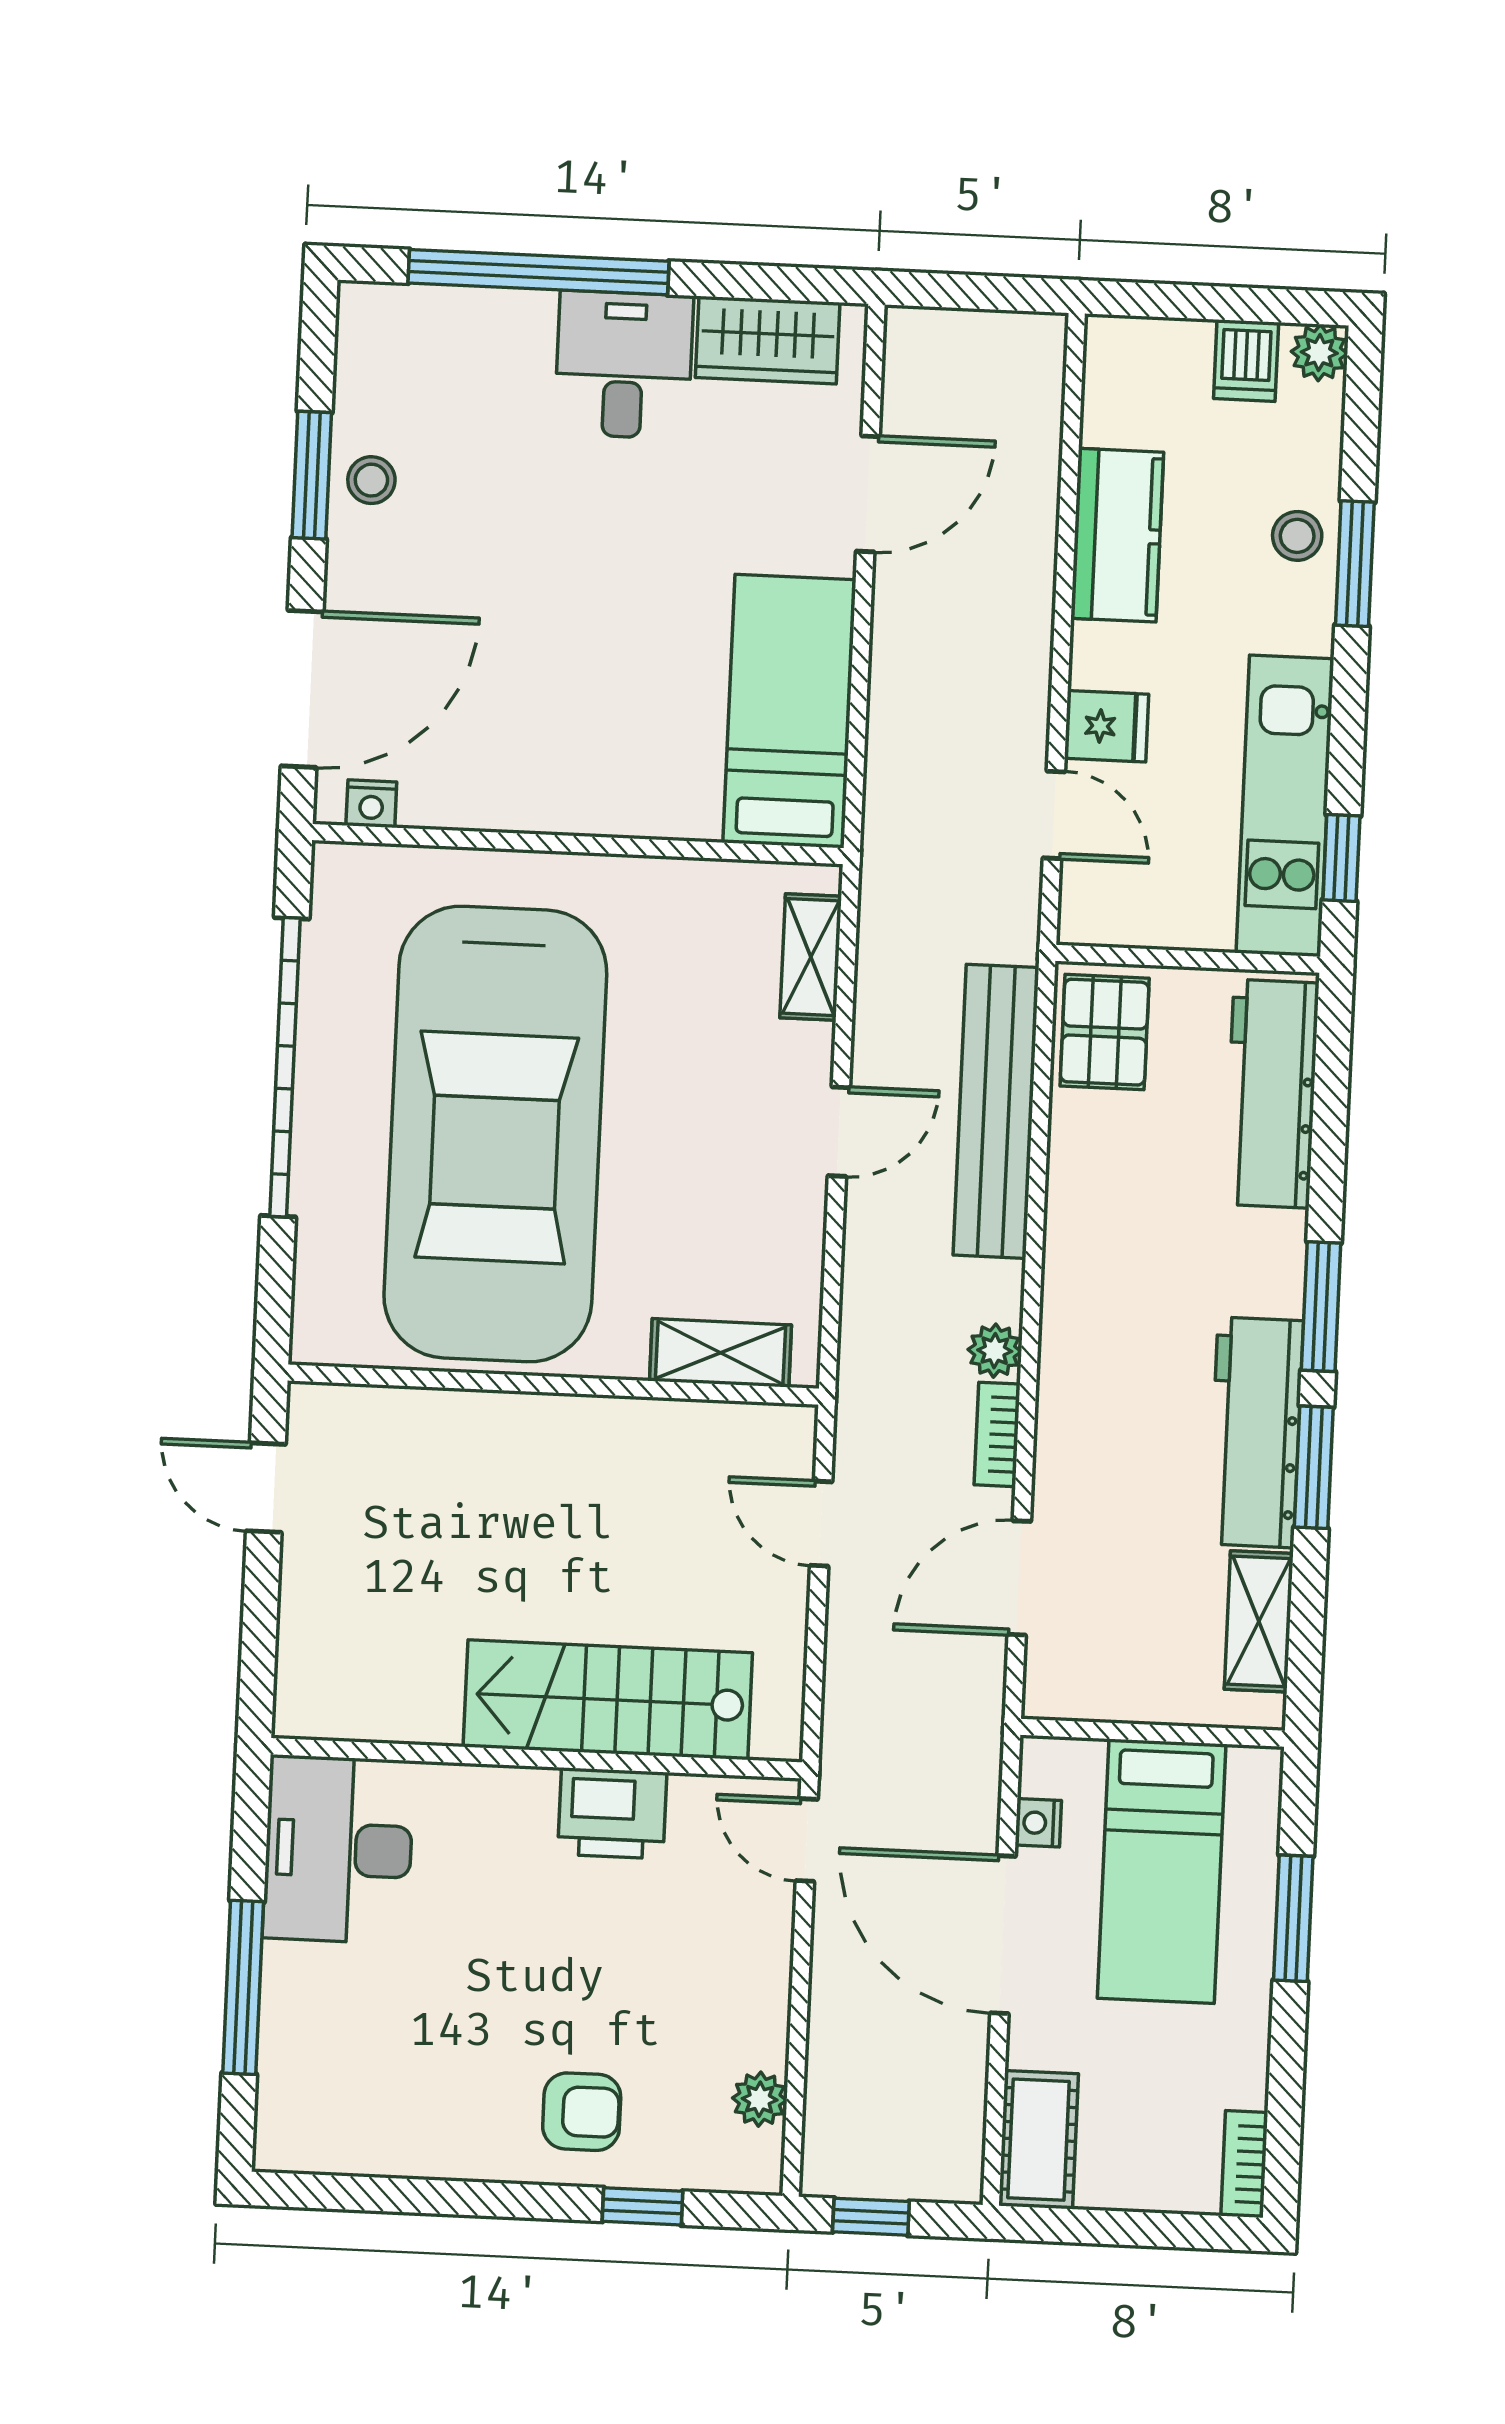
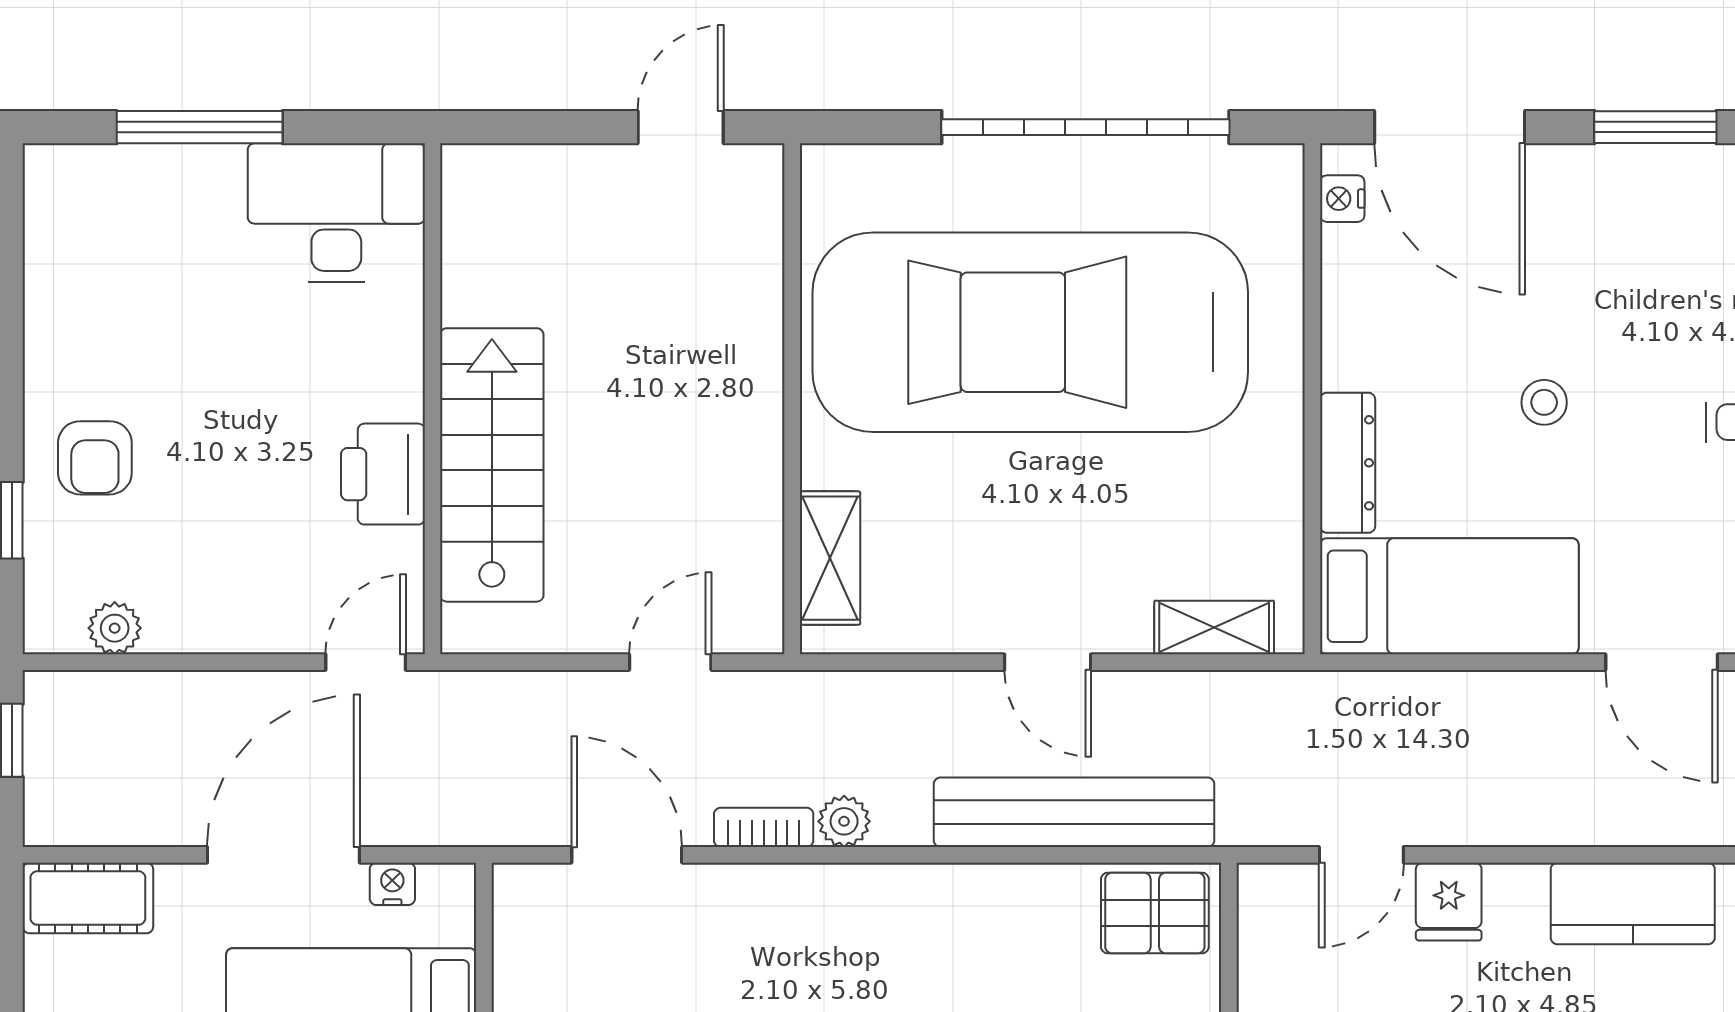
stool: (371, 480) -> (1544, 402), moved
dresser: (646, 811) -> (1348, 463), added

